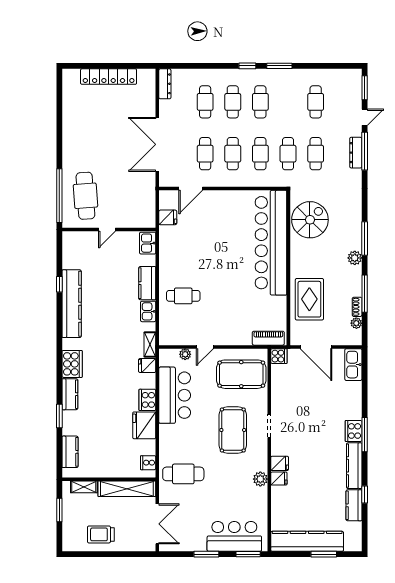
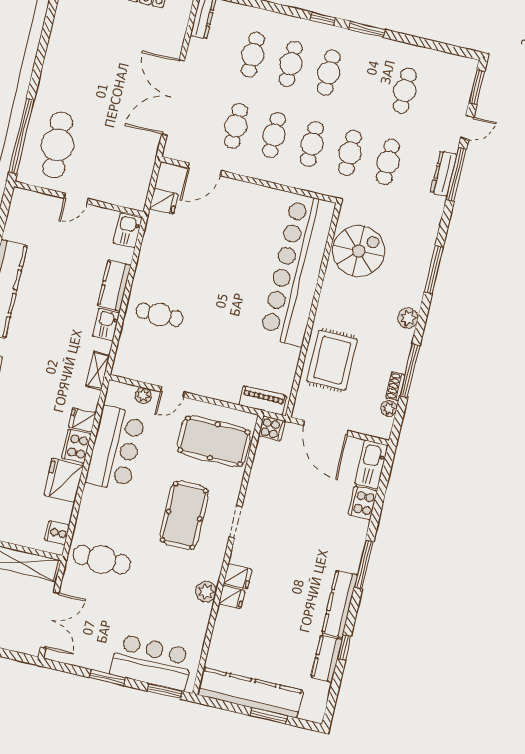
window: (365, 238) -> (434, 269), moved
fridge: (147, 365) -> (82, 420), moved
cooker: (354, 431) -> (363, 503), moved

